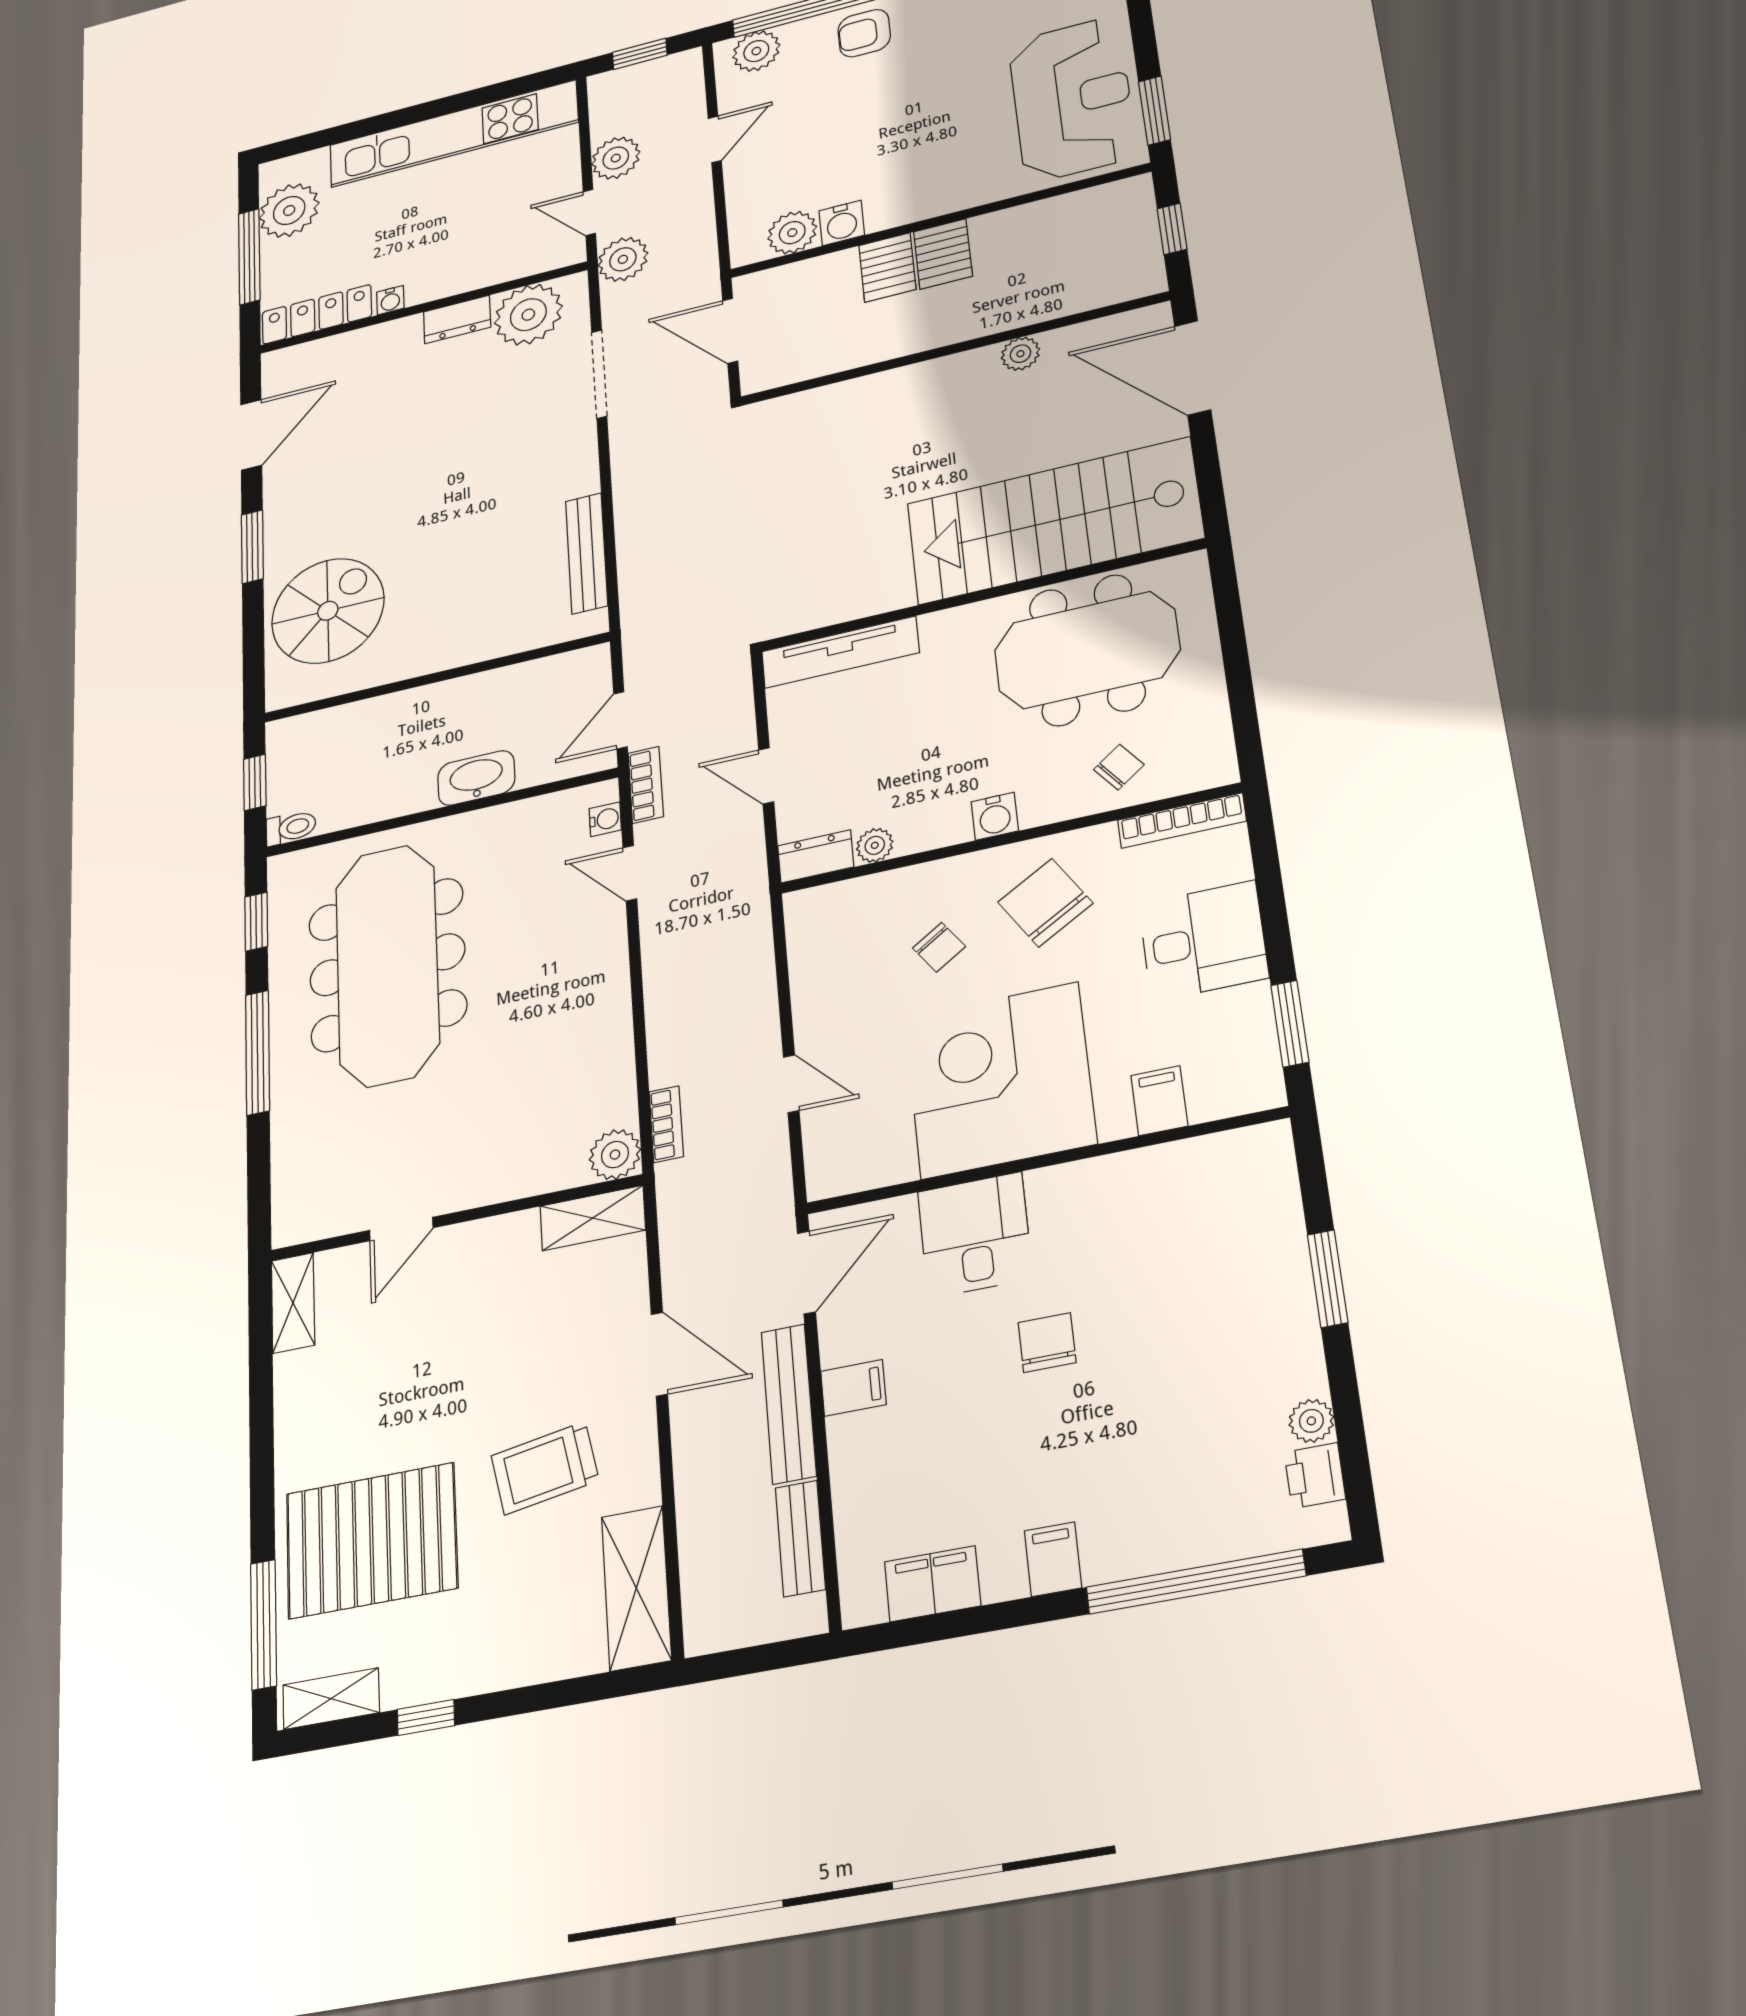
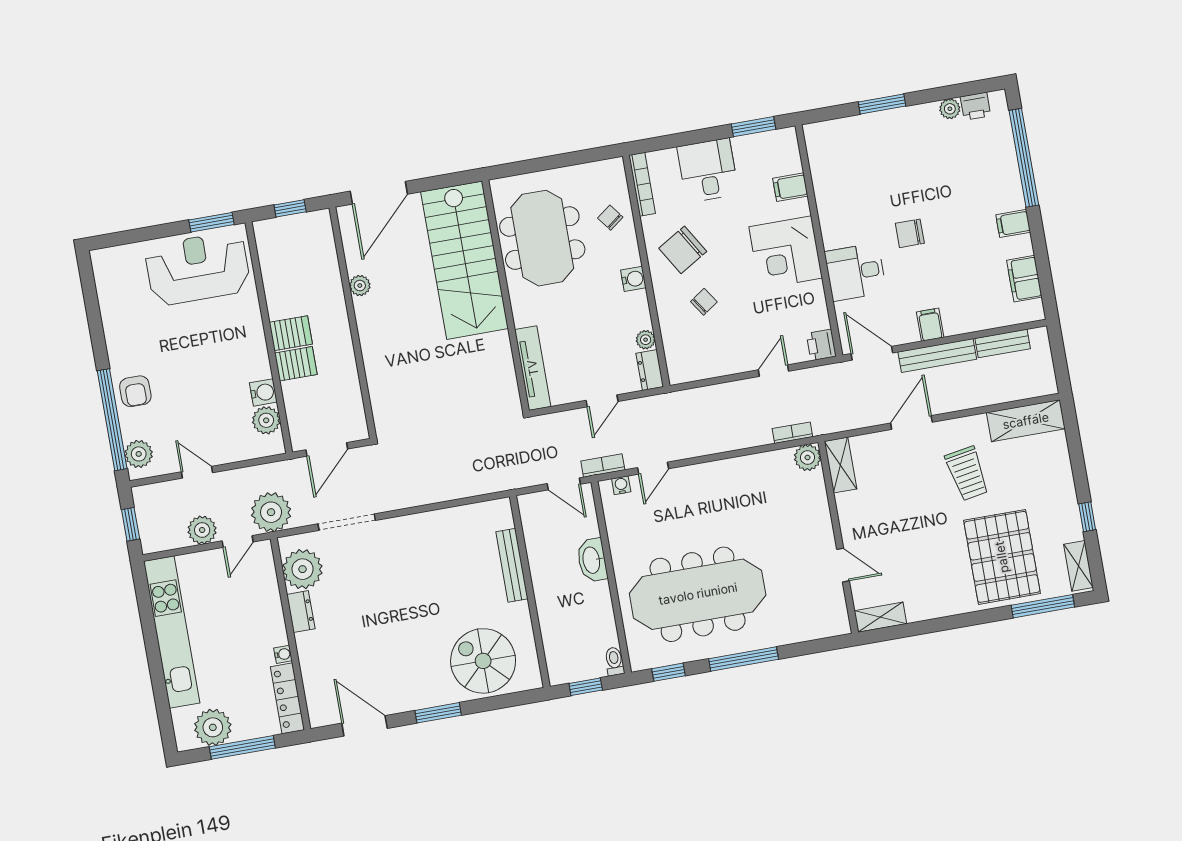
plant: (623, 259) -> (271, 512), width x1.36, depth x1.36
bench: (587, 553) -> (512, 565), moved, turned 90
corner desk: (1000, 1080) -> (786, 252), width x0.74, depth x0.74
printer: (833, 1173) -> (821, 345), added

